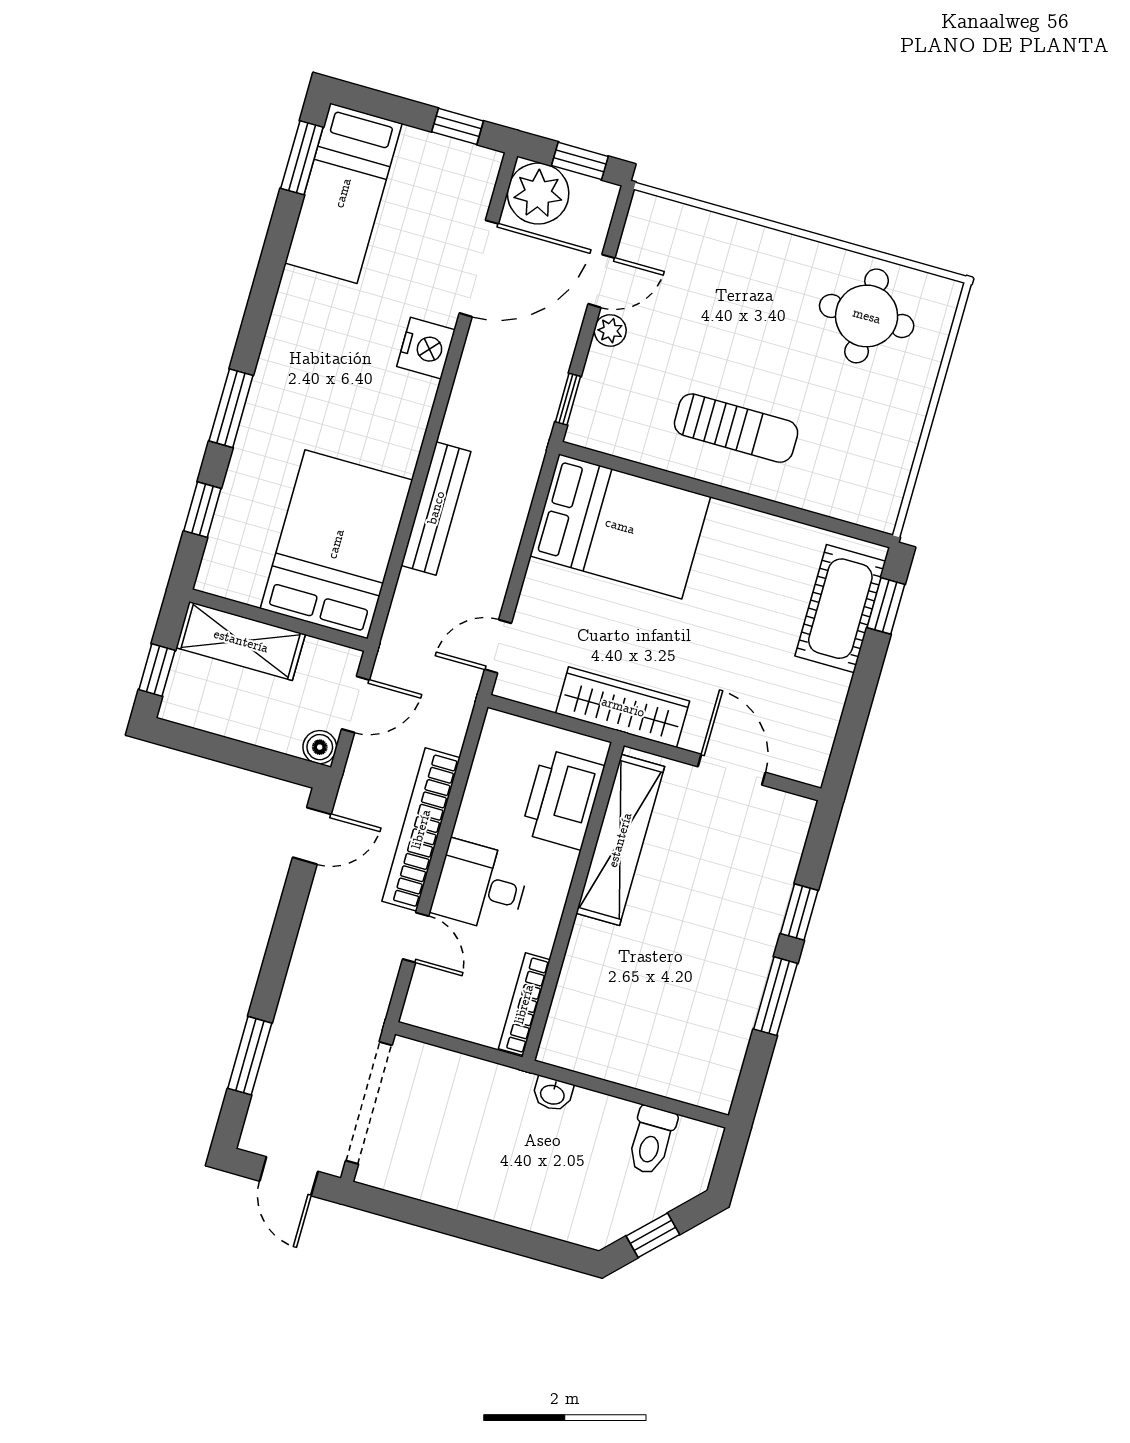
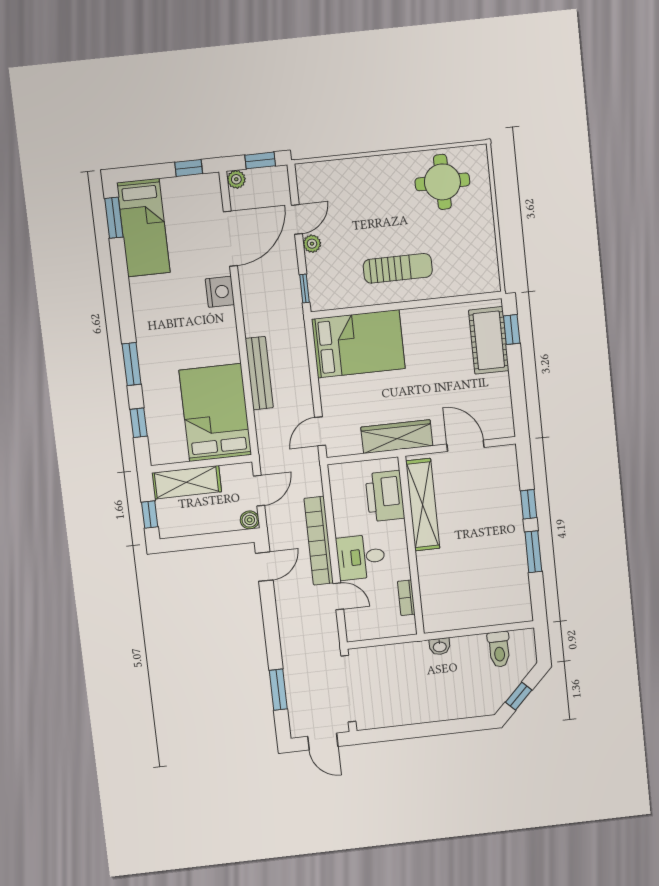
plant: (538, 194) -> (236, 179), width x0.53, depth x0.53
bookcase: (524, 1004) -> (406, 598), width x0.64

